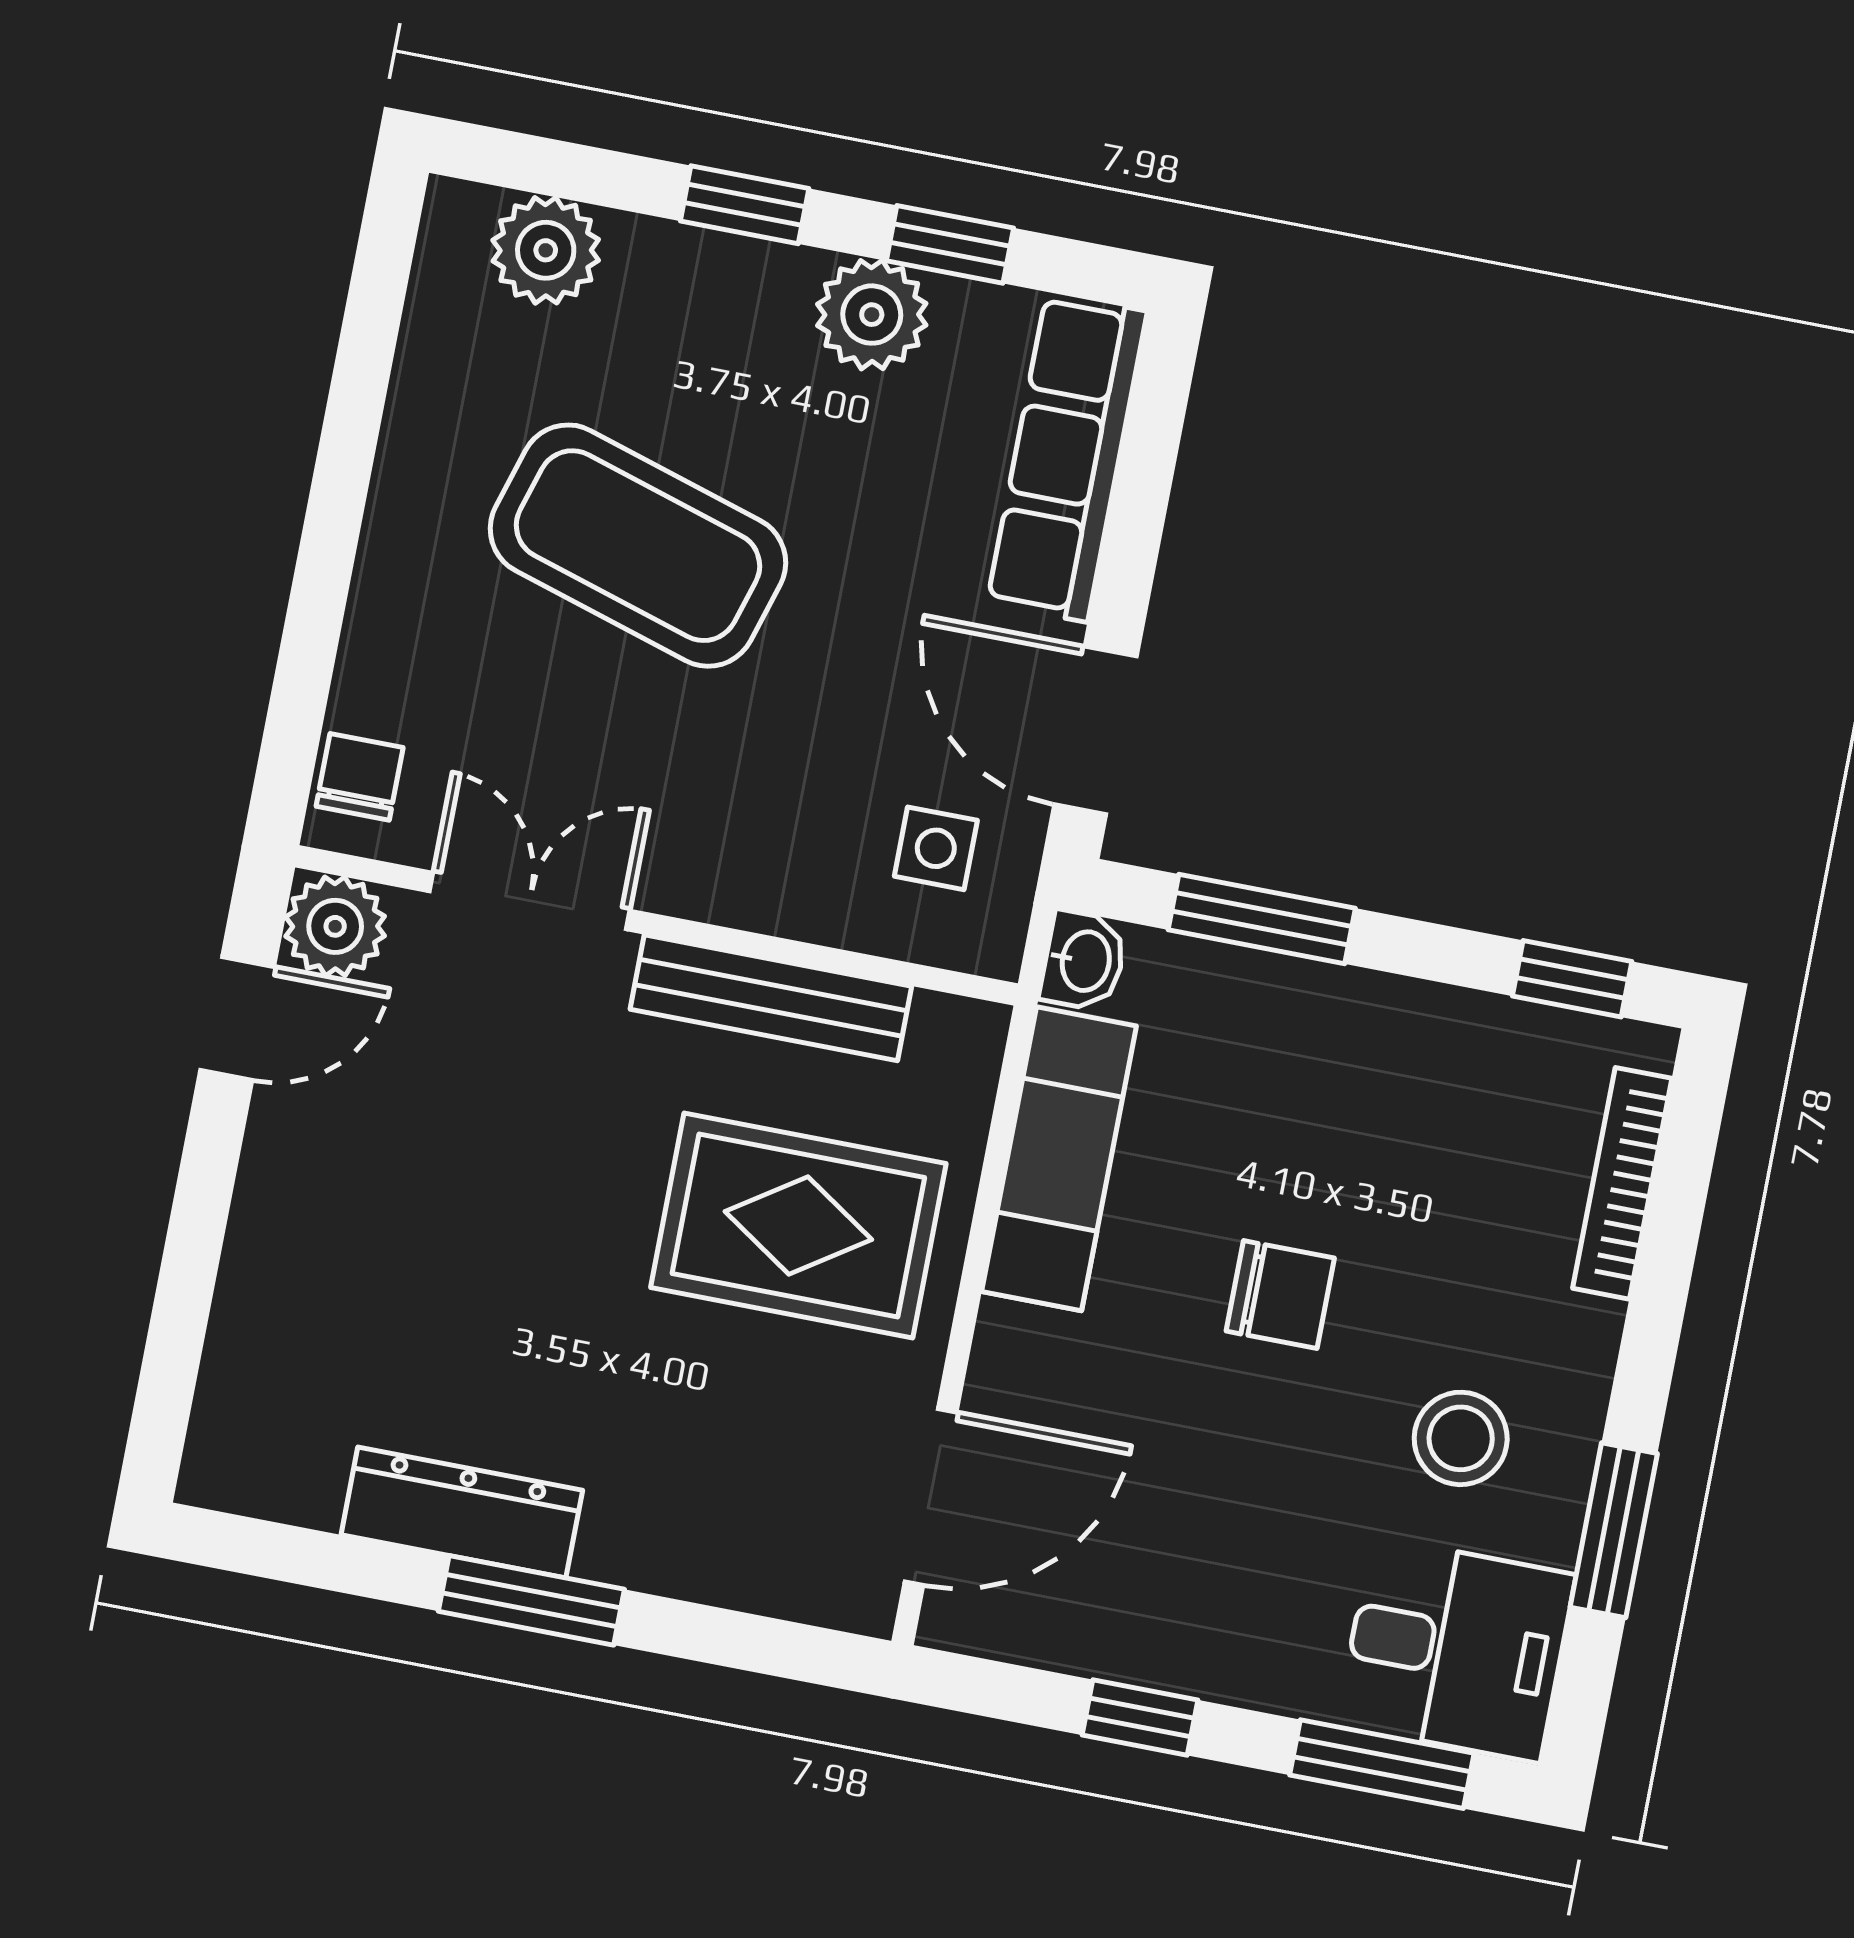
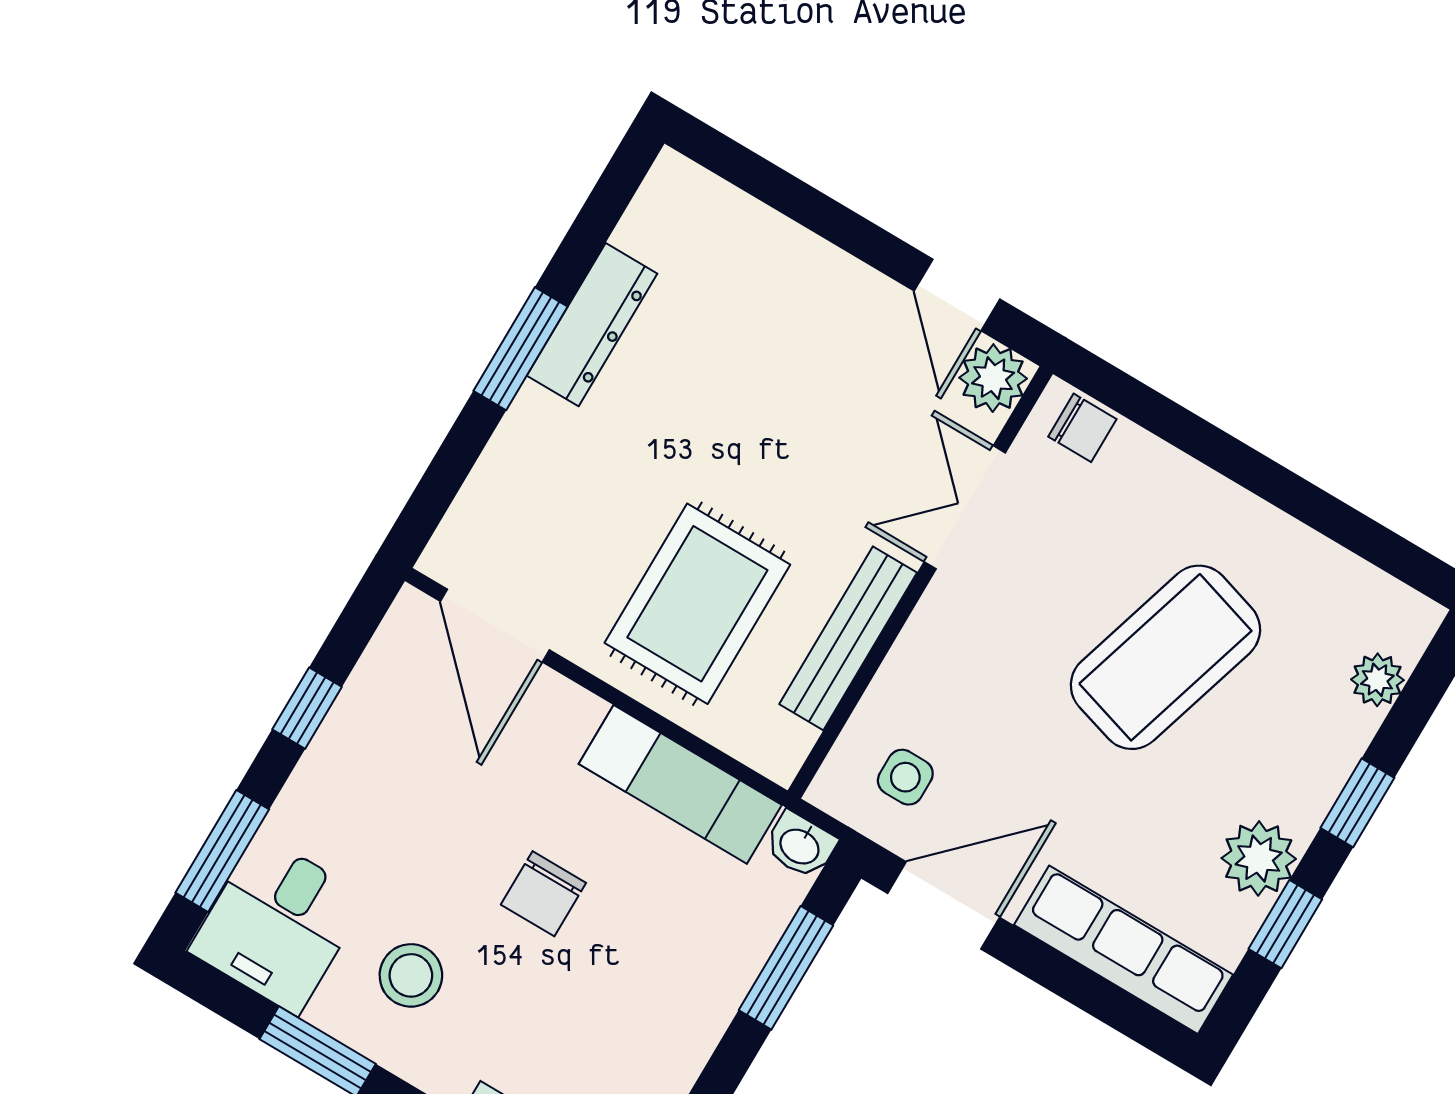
plant: (546, 250) -> (1377, 680), width x0.73, depth x0.73
double door: (530, 901) -> (965, 507), swing flipped

